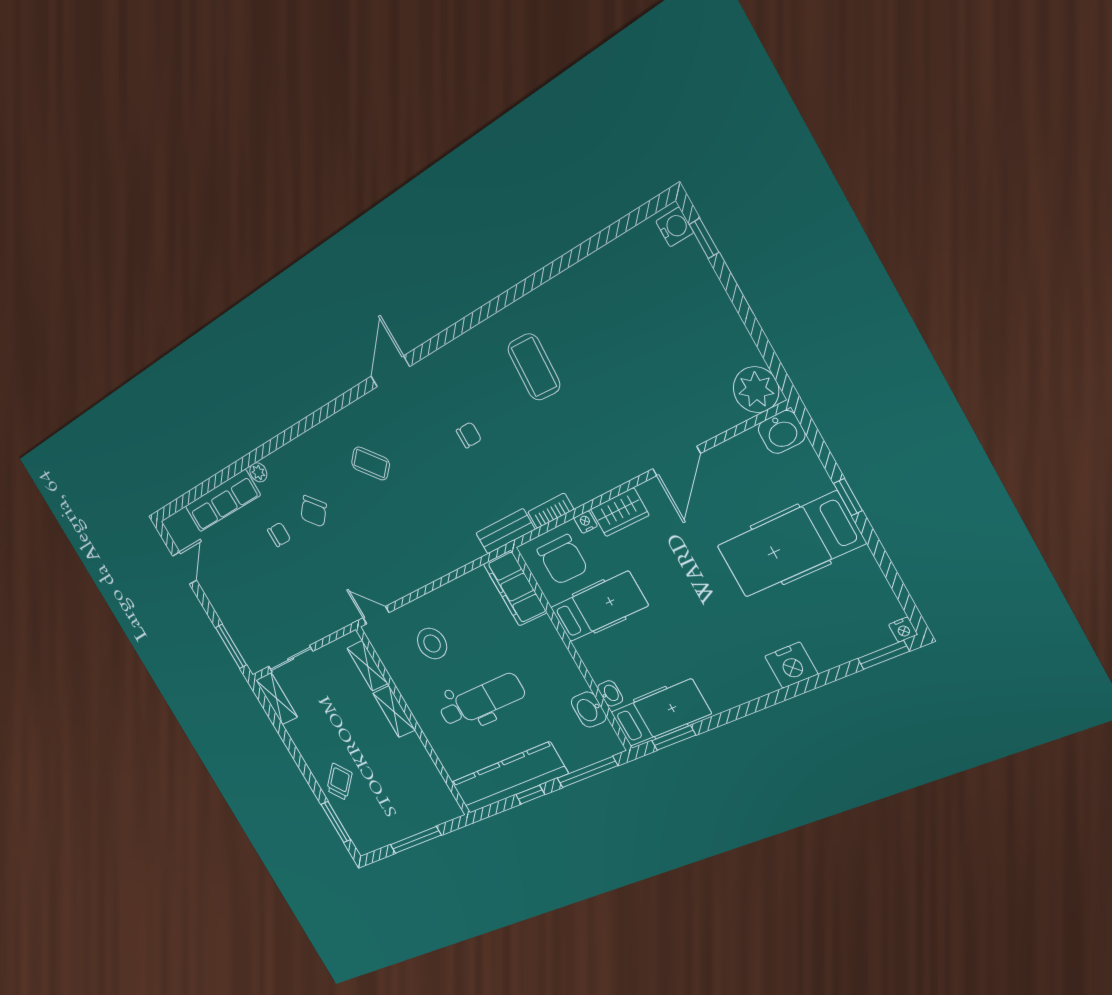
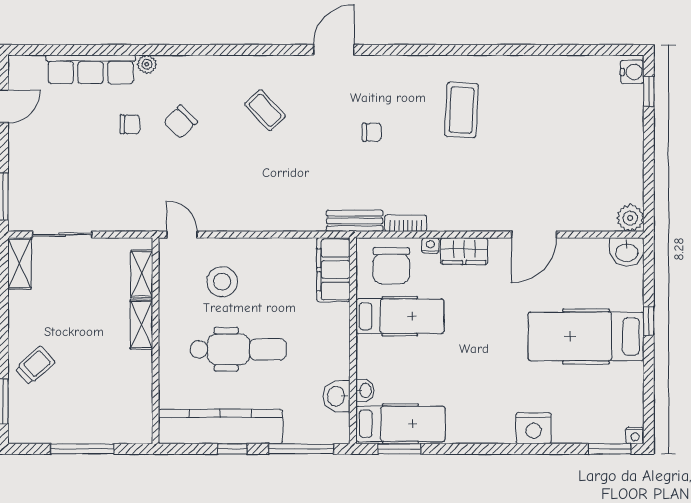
plant: (756, 390) -> (630, 218), width x0.73, depth x0.73

